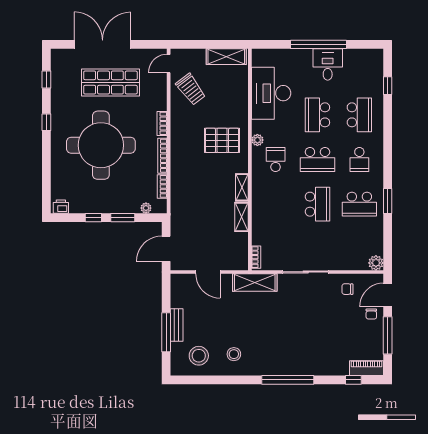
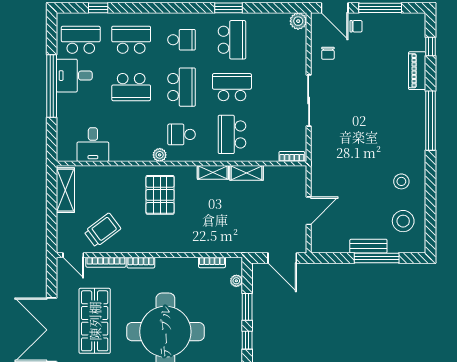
school desk: (359, 70) -> (81, 40), added
desk: (271, 93) -> (93, 145), width x0.53, depth x0.77
bookcase: (162, 156) -> (106, 262), moved
school desk: (276, 204) -> (232, 134), added
shelving: (255, 283) -> (321, 158), removed
piano: (367, 368) -> (417, 71), moved

